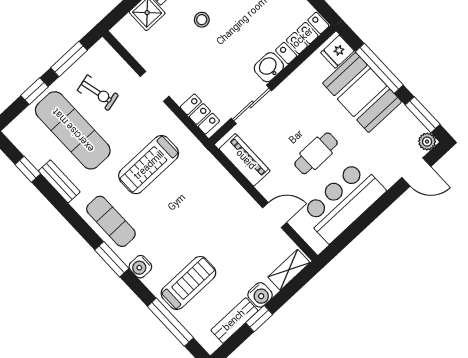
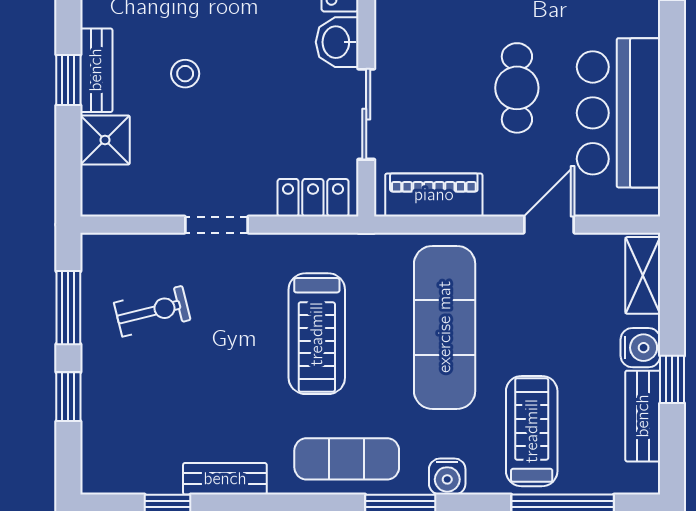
exercise mat: (73, 130) -> (445, 327), moved, turned 90

